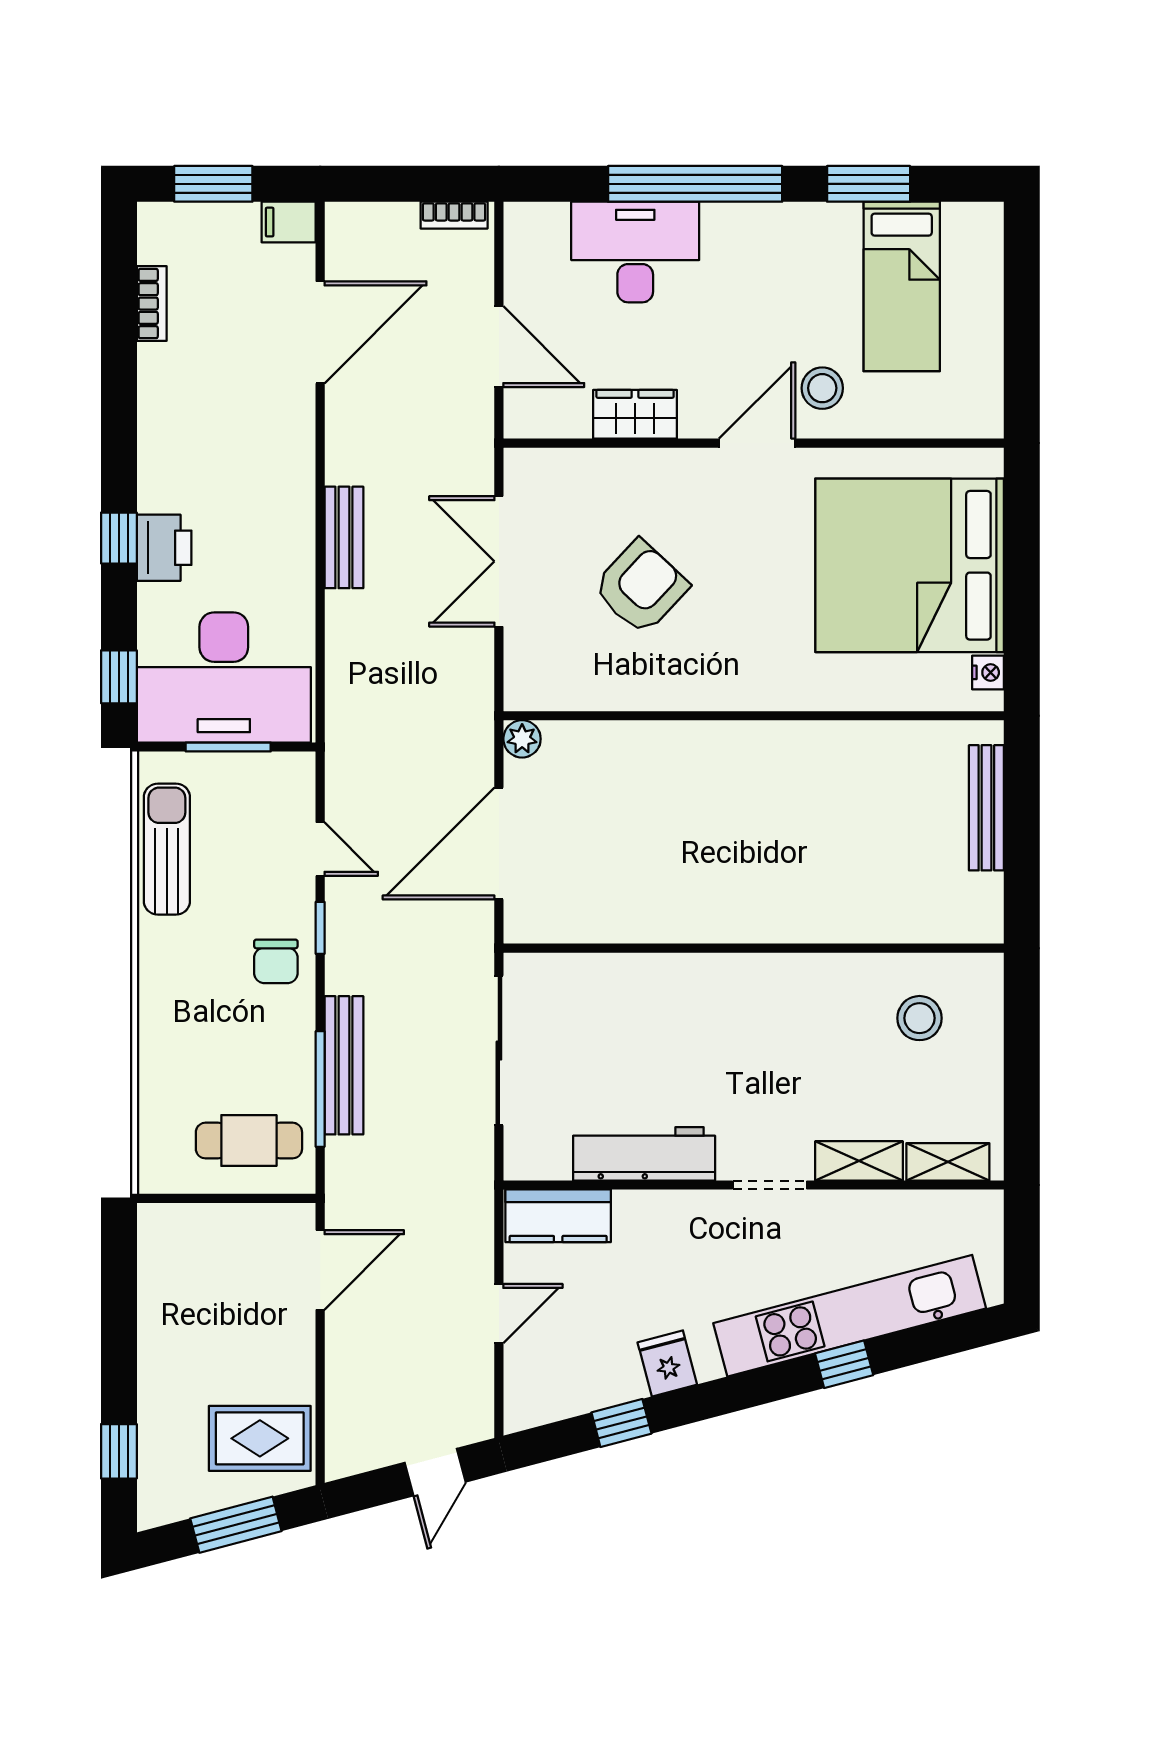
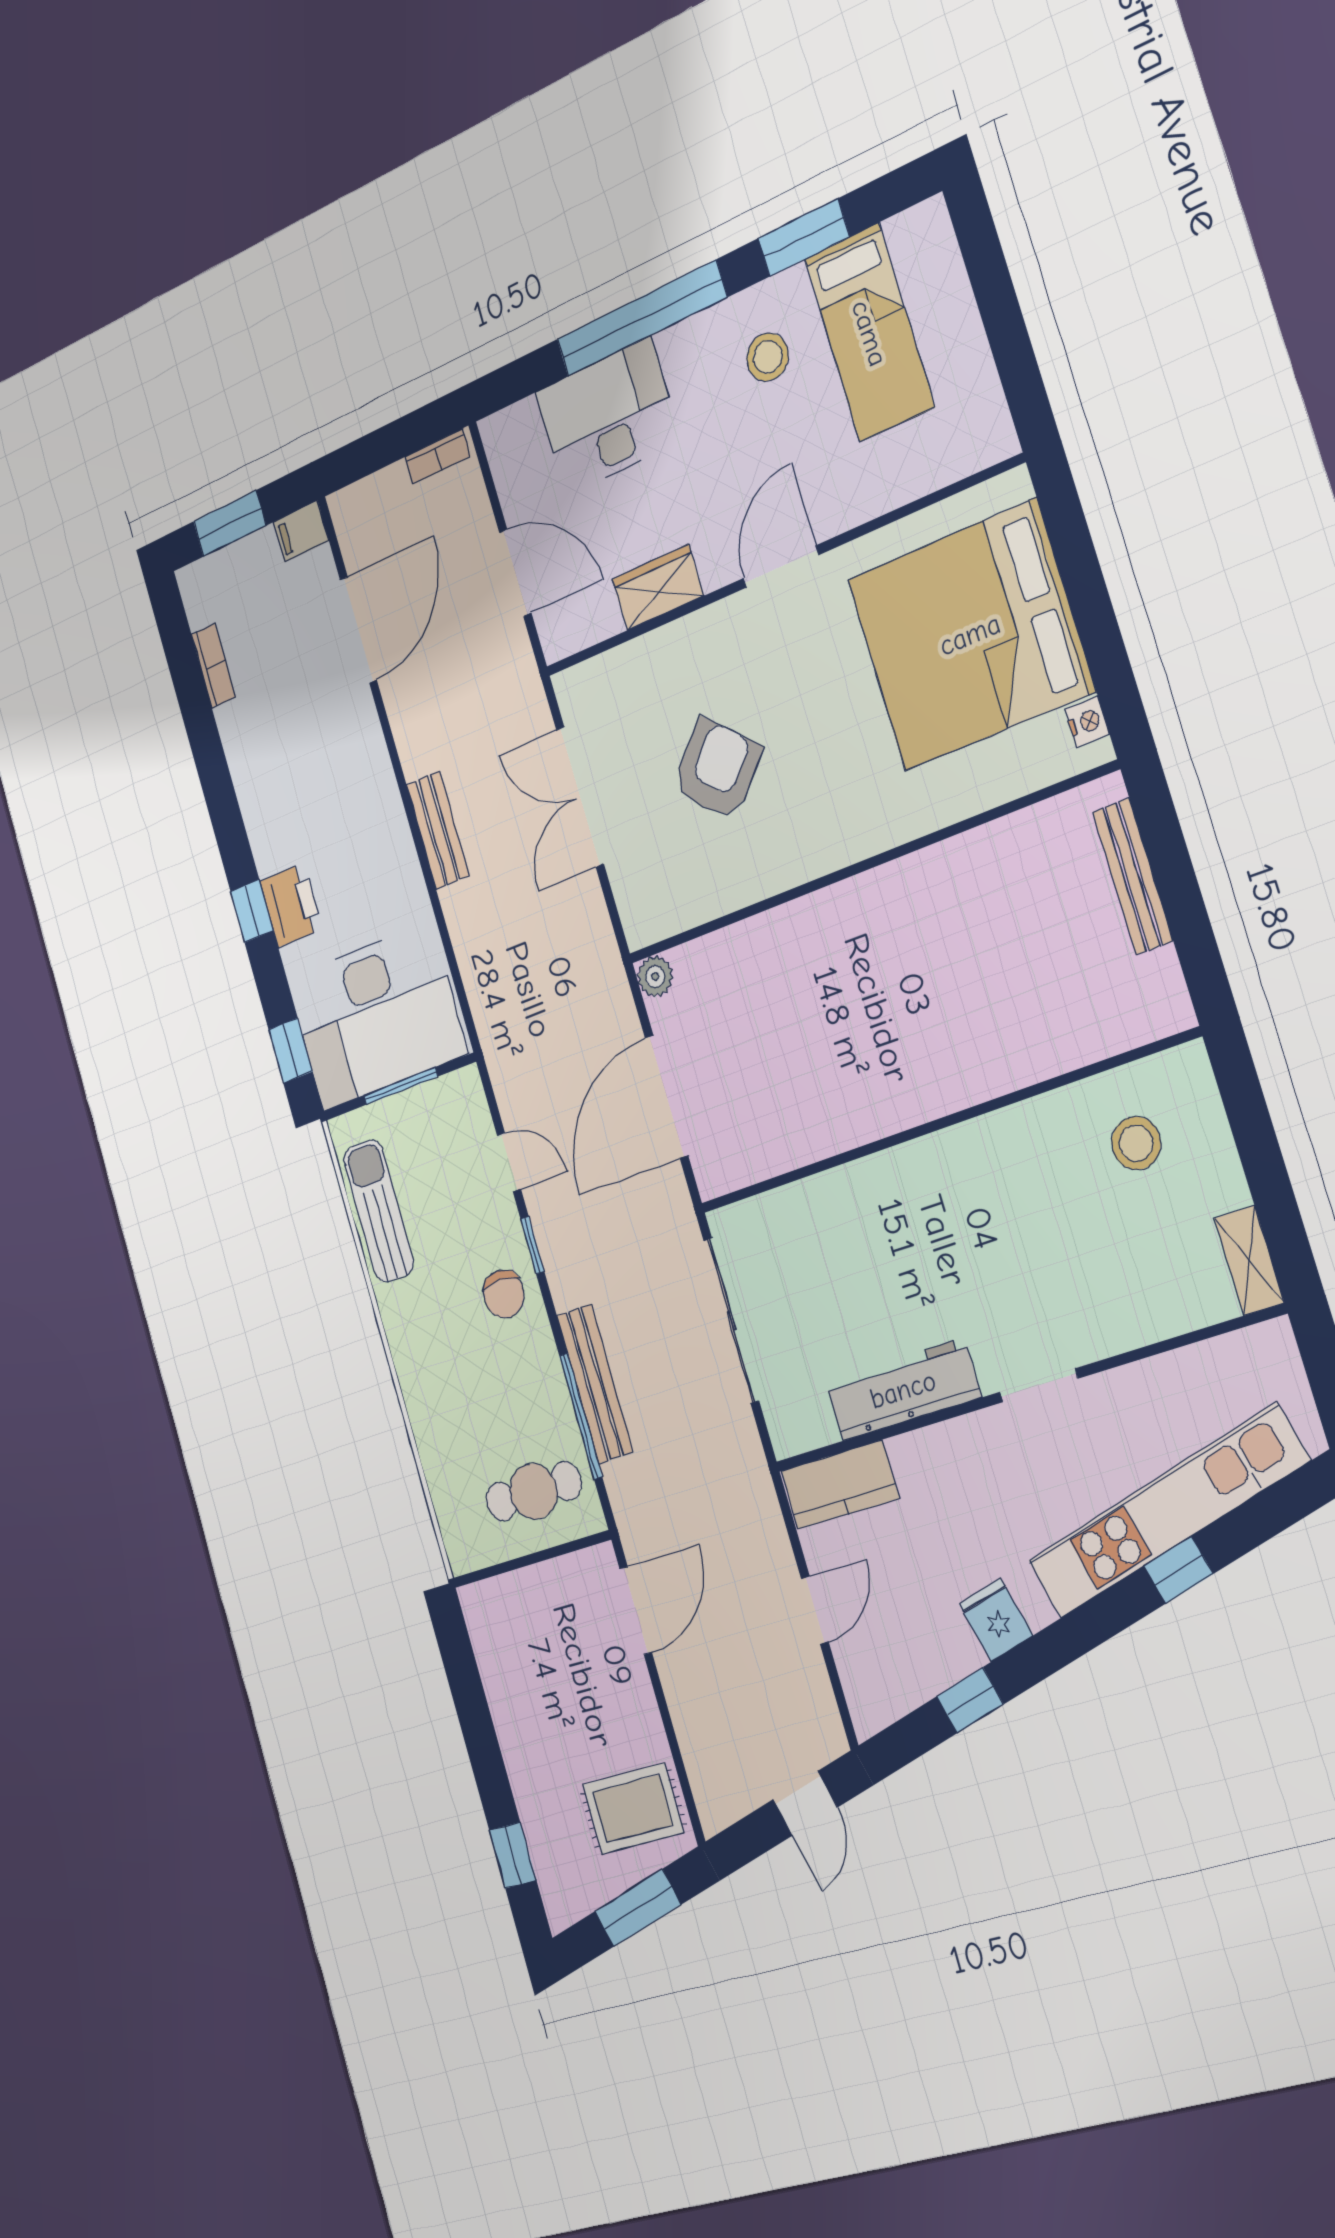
stool: (822, 388) -> (768, 357), moved
shelving: (859, 1161) -> (1123, 1329), removed
shelving: (948, 1162) -> (1249, 1260), moved, turned 90

